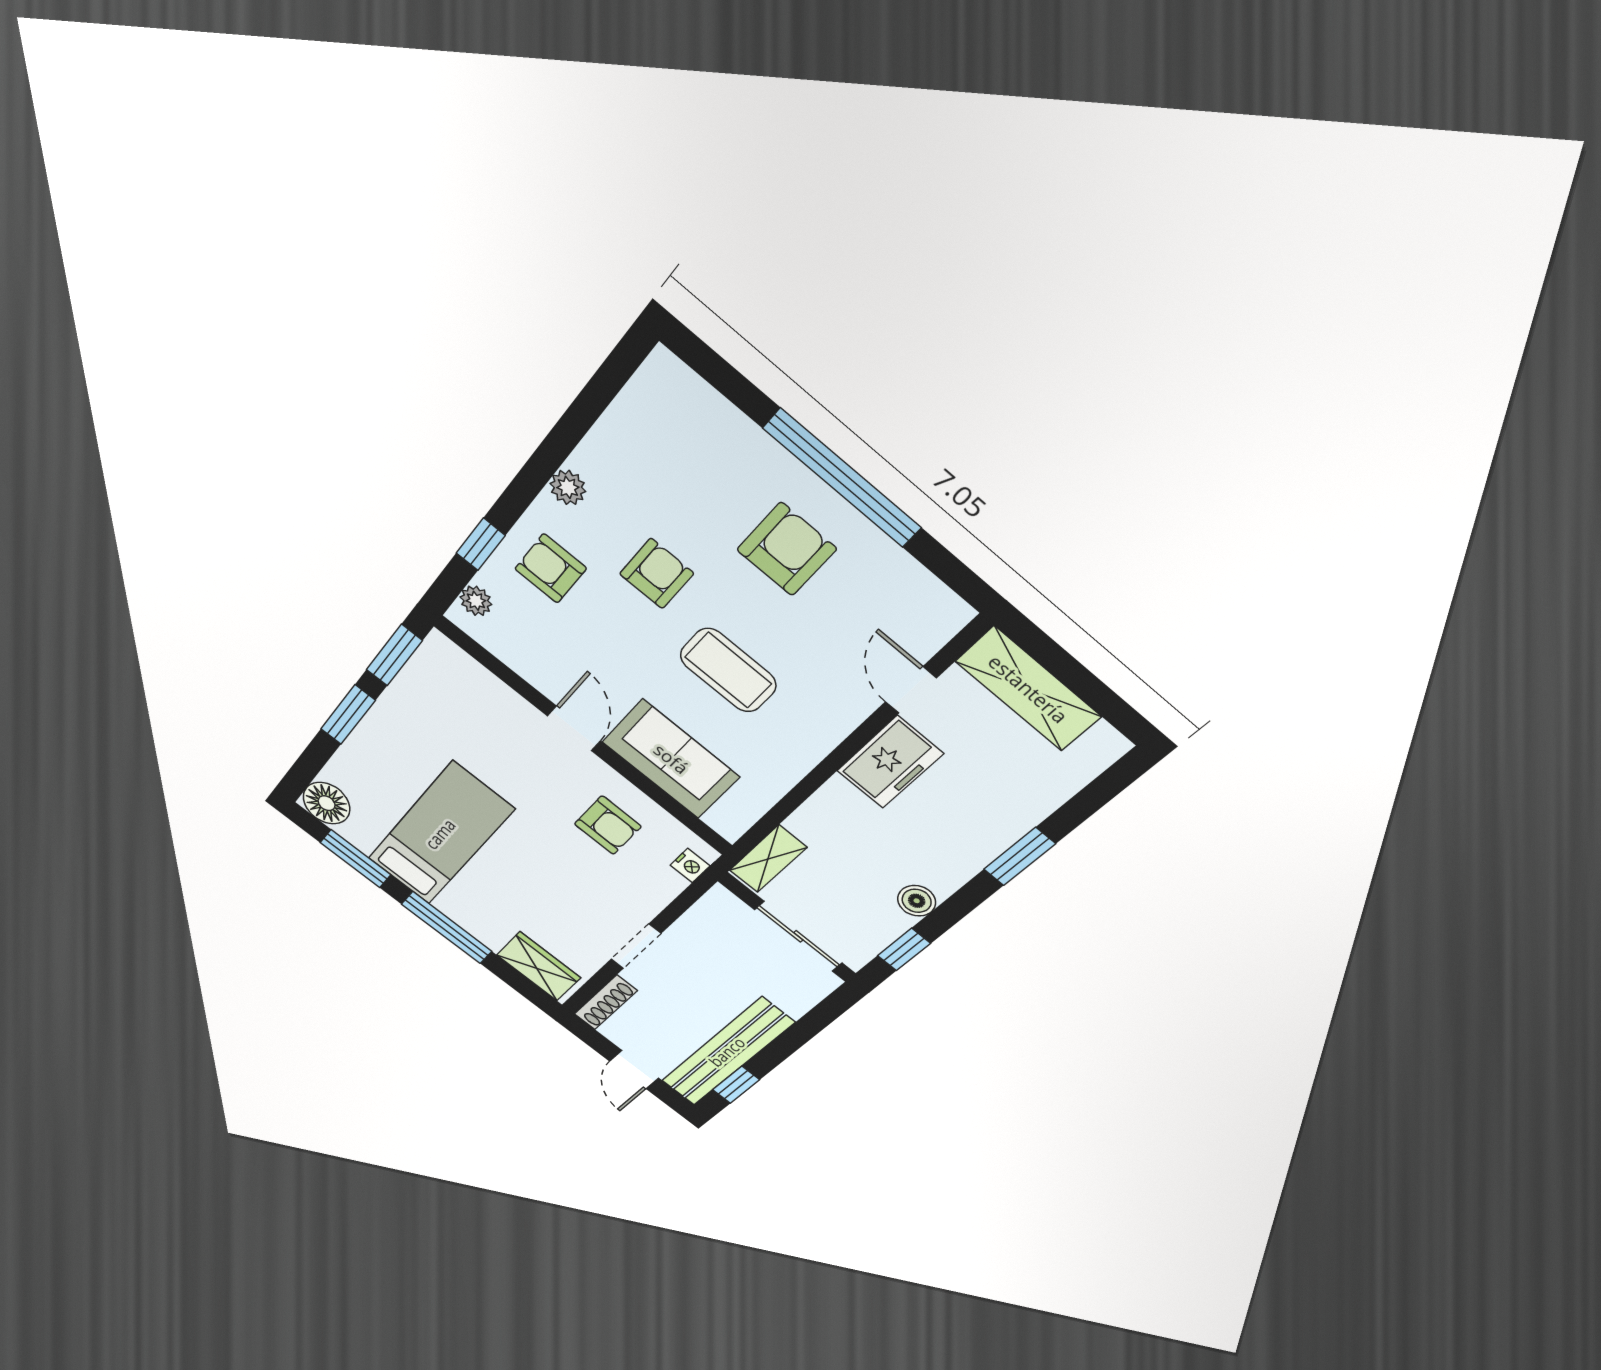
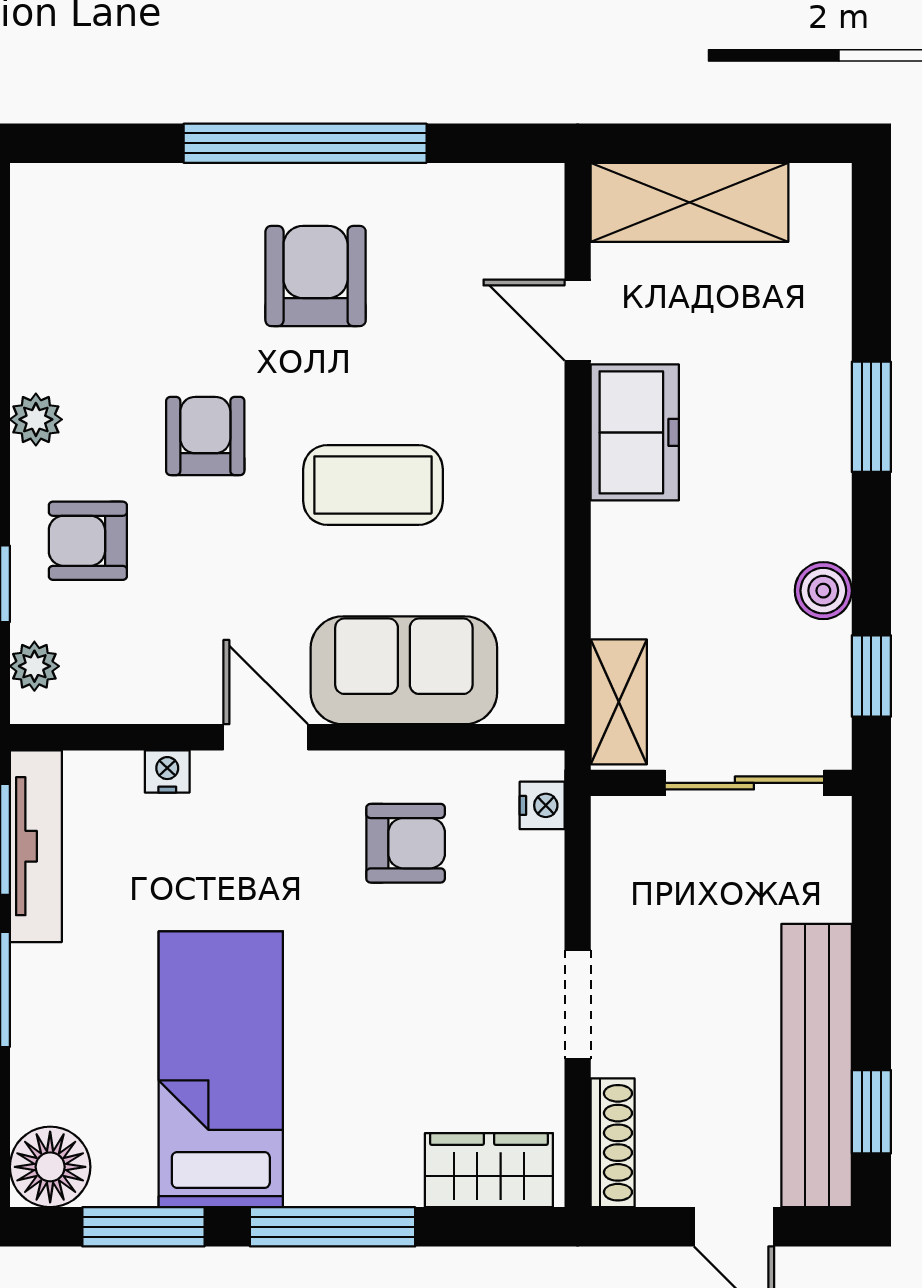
tv unit: (416, 677) -> (36, 846), added
nightstand: (510, 701) -> (167, 771), added

